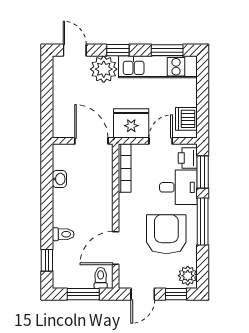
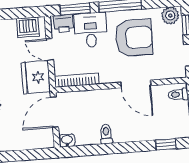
washbasin: (59, 179) -> (67, 140), moved
toilet: (63, 234) -> (106, 134), moved
armchair: (166, 234) -> (134, 38), turned 180
door: (116, 248) -> (136, 84), moved

